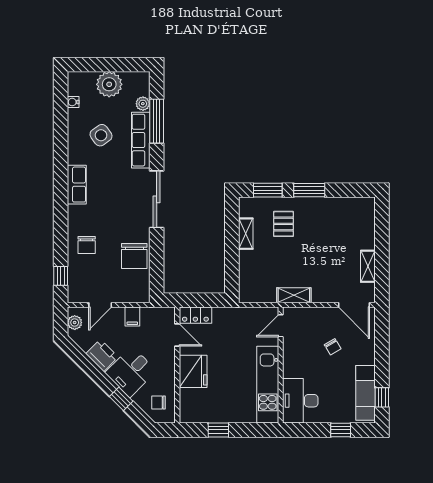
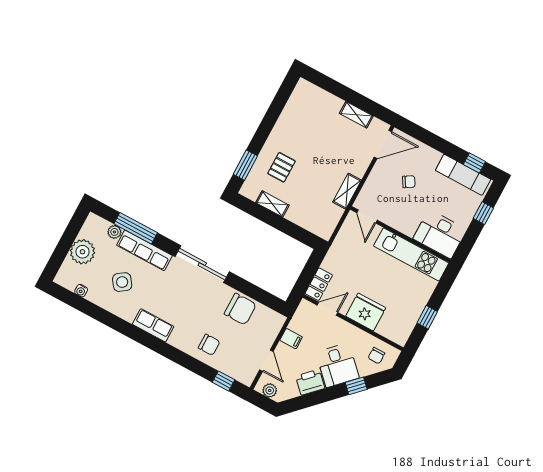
window: (309, 190) -> (264, 130), removed
pallet: (283, 224) -> (282, 167), turned 90

